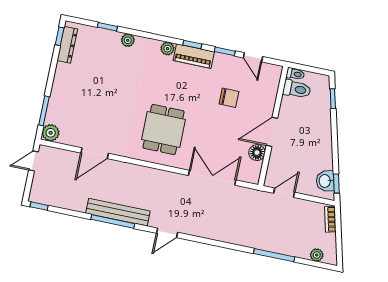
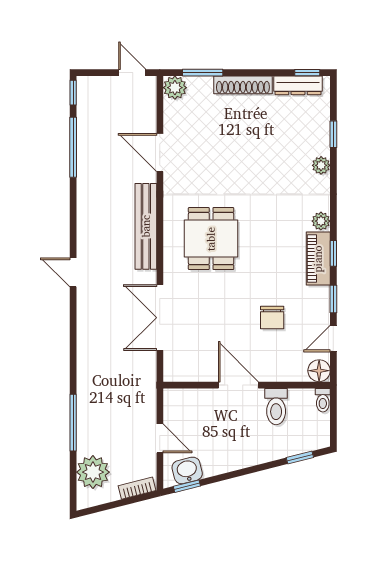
shoe rack: (59, 84) -> (243, 85), added
toilet: (297, 89) -> (276, 407), moved
dining table: (164, 129) -> (211, 239), turned 90
floor lamp: (257, 153) -> (319, 371), moved
double door: (212, 178) -> (160, 318), swing flipped
door: (284, 193) -> (160, 438), moved
bench: (118, 212) -> (146, 226), moved
window: (113, 221) -> (73, 147), moved
plant: (317, 255) -> (93, 472), width x1.88, depth x1.88

